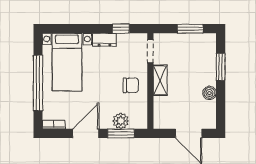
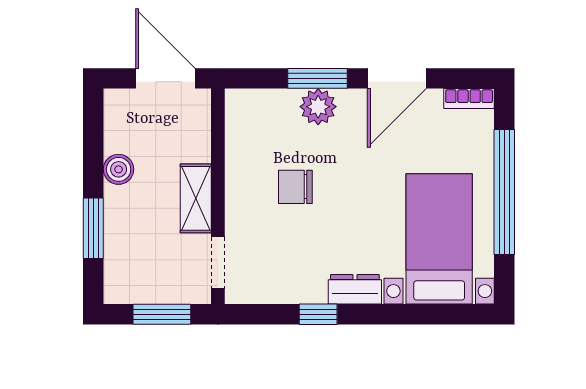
doorway: (150, 51) -> (218, 263), moved
shelving: (160, 80) -> (196, 198), moved
wall: (150, 81) -> (218, 196), moved

